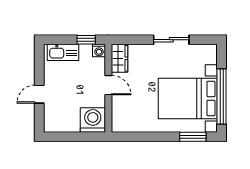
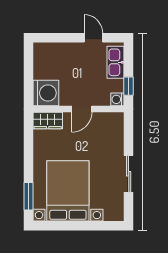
wardrobe: (119, 58) -> (48, 121), moved
door: (39, 94) -> (93, 38), moved
window: (222, 96) -> (70, 226), removed

